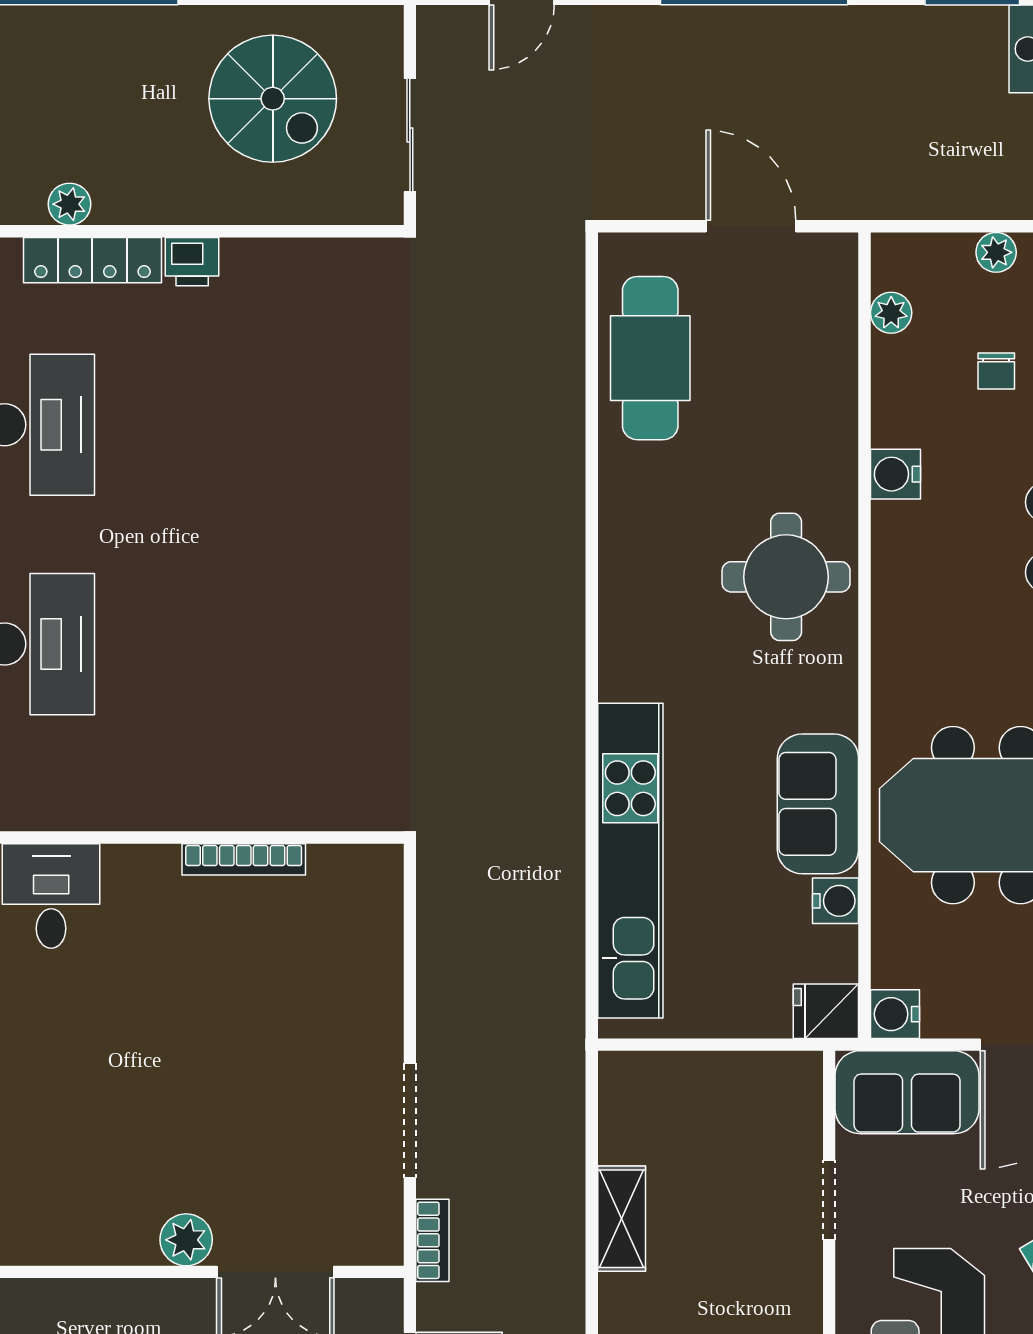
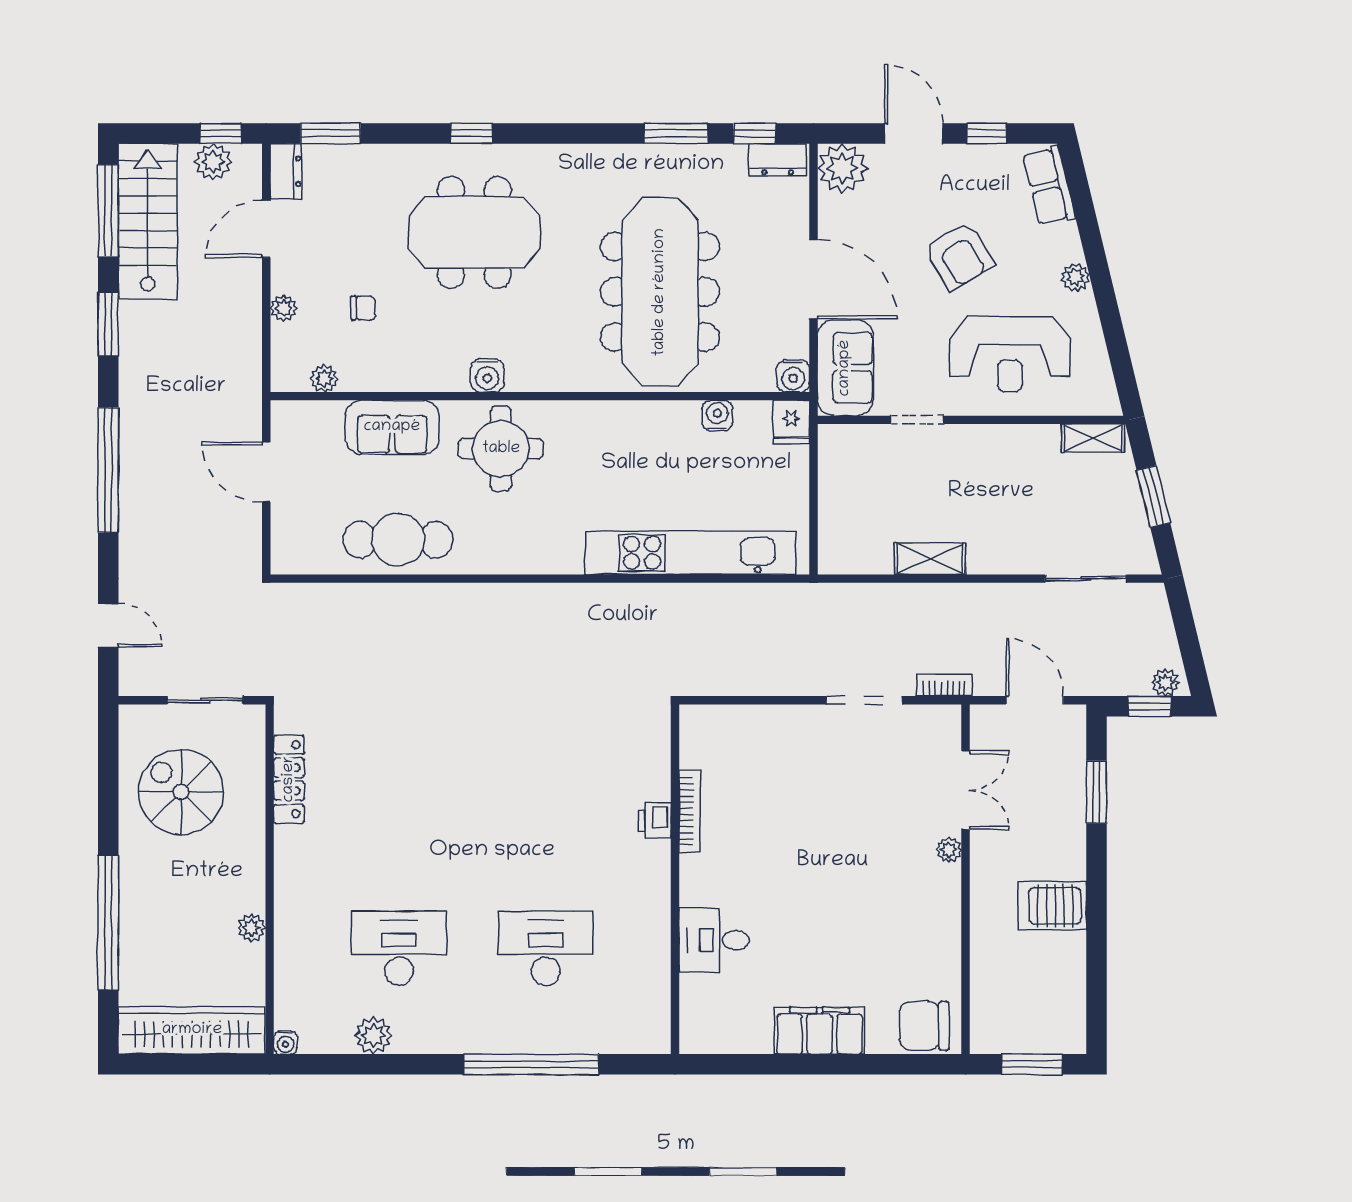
spiral stairs: (273, 99) -> (181, 792), turned -90
door: (751, 226) -> (266, 472), hinge flipped
locker: (92, 260) -> (289, 779), moved
printer: (192, 262) -> (655, 821), moved, turned 180
cafe table: (650, 358) -> (398, 540), moved
water cooler: (895, 474) -> (487, 375), moved
sofa: (818, 804) -> (392, 427), moved
plant: (186, 1240) -> (949, 850), width x0.73, depth x0.73

